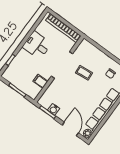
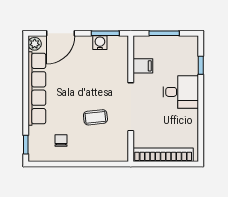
desk: (37, 45) -> (181, 92), moved
door: (70, 129) -> (61, 33), hinge flipped

